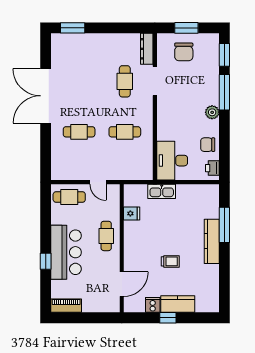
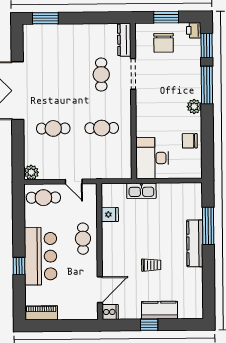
printer: (212, 168) -> (194, 30), moved
plant: (58, 173) -> (31, 172), added
cooker: (153, 305) -> (110, 312), moved, turned 90

